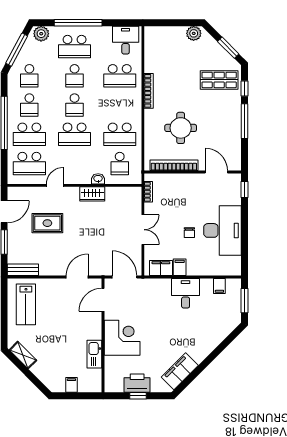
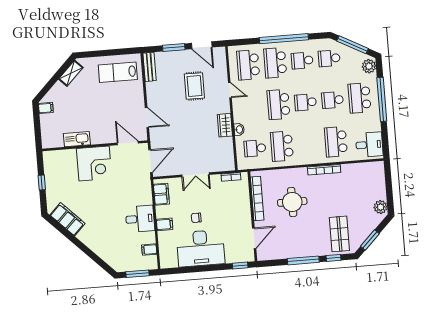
filing cabinet: (180, 267) -> (165, 224), moved
printer: (137, 383) -> (53, 181), removed
filing cabinet: (71, 385) -> (46, 108), moved

